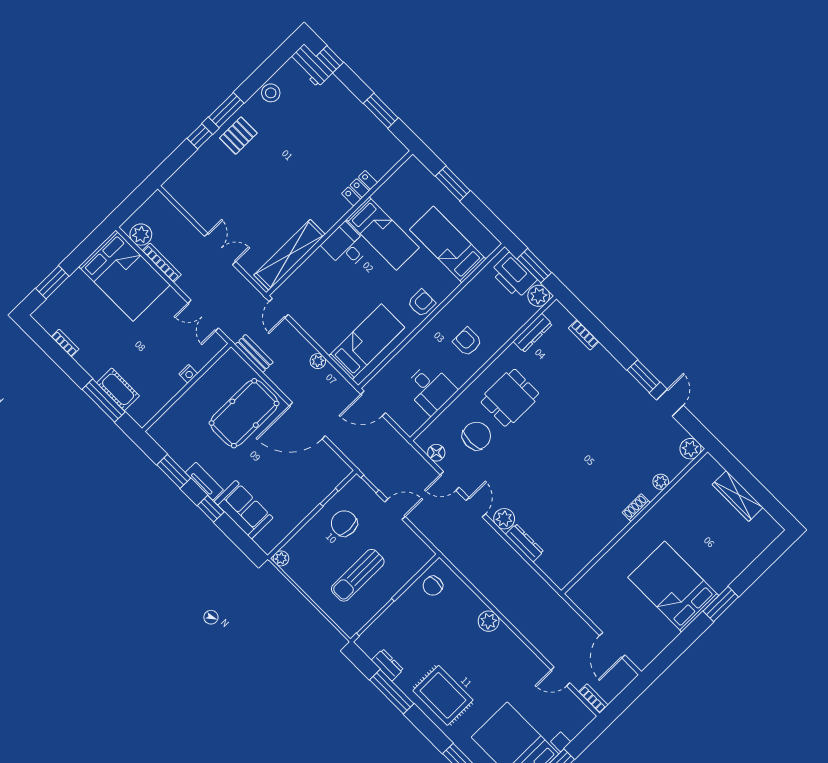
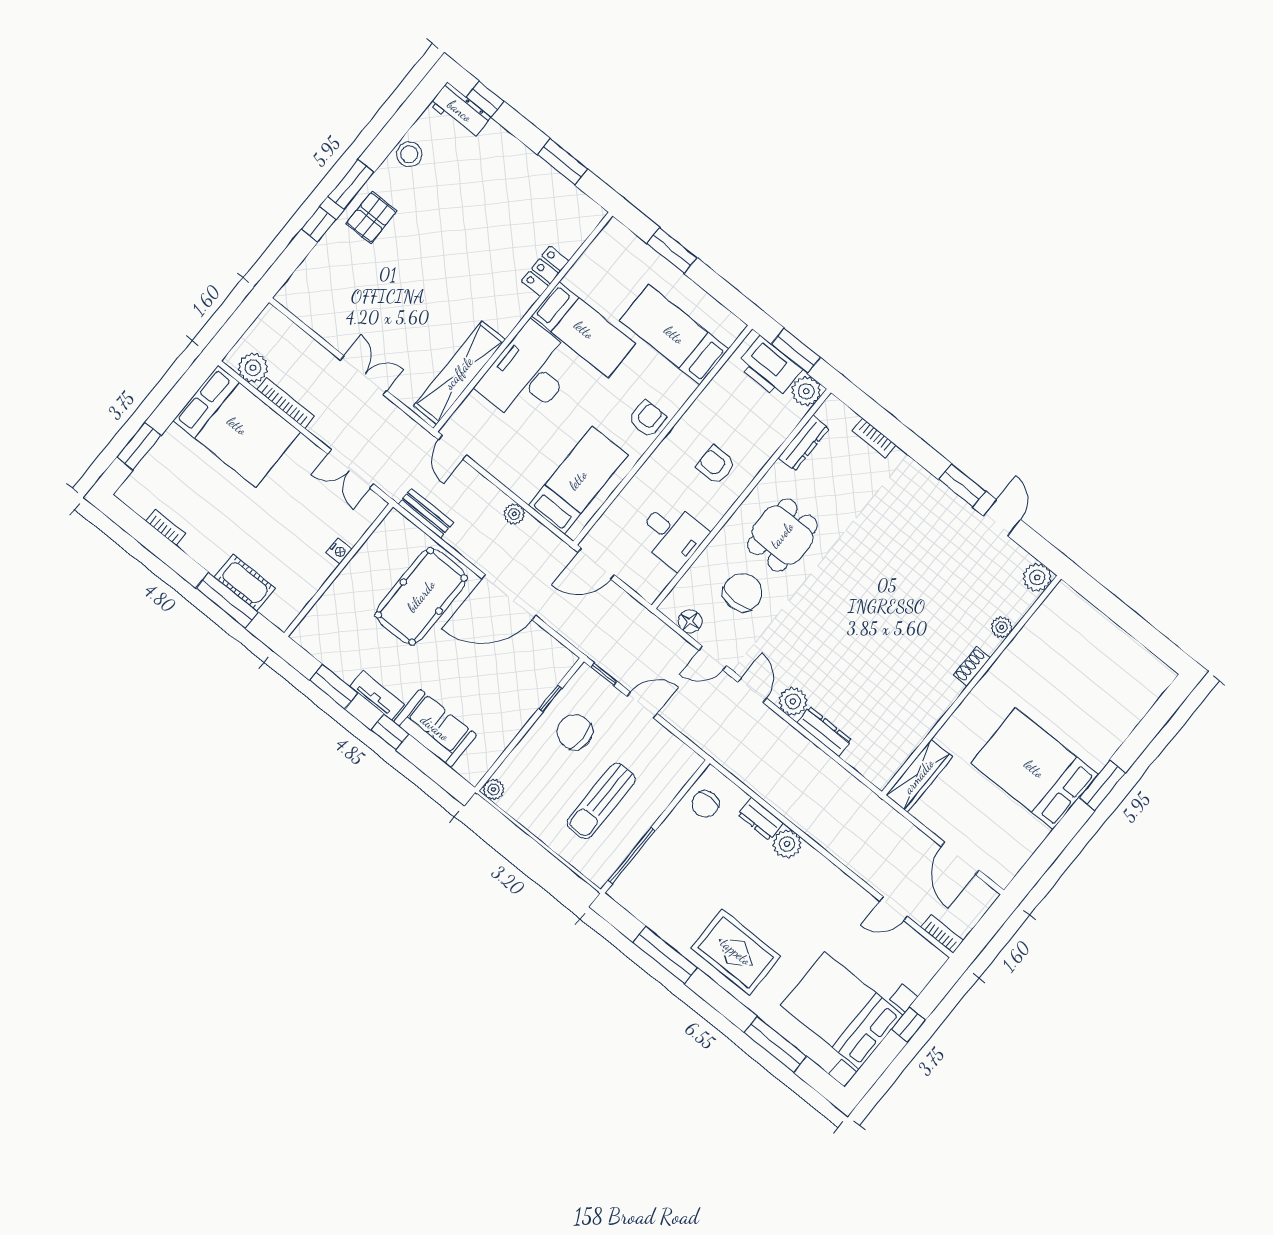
desk: (346, 246) -> (528, 374), width x1.87, depth x1.30
wardrobe: (738, 496) -> (919, 776), moved, turned -90
dresser: (387, 665) -> (760, 819), moved, turned 180

